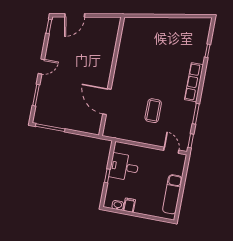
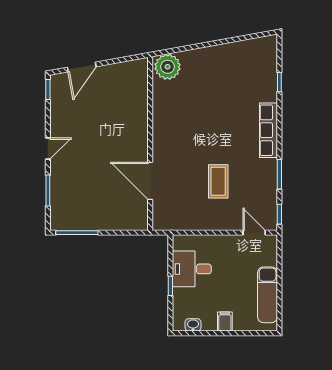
plant: (133, 26) -> (168, 67), added
filing cabinet: (129, 205) -> (225, 322), moved

